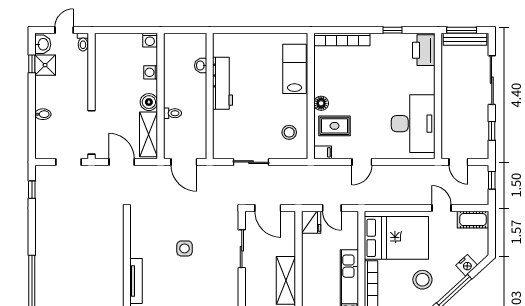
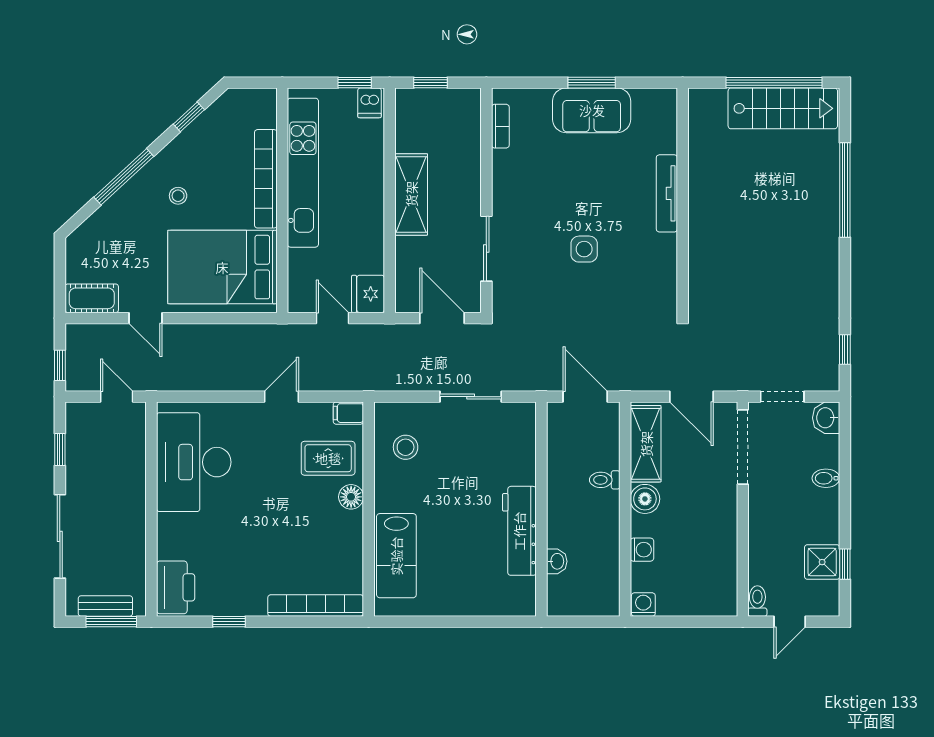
bench: (465, 39) -> (105, 606), width x0.73
washbasin: (43, 44) -> (826, 418), moved
nightstand: (467, 265) -> (103, 220), removed
stool: (422, 280) -> (178, 196), width x0.53, depth x0.53

